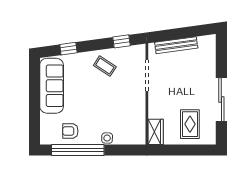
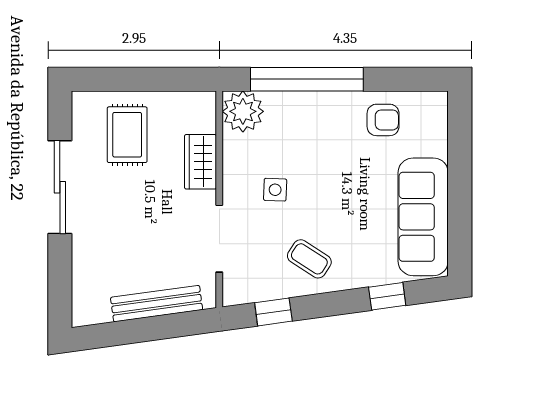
wardrobe: (156, 132) -> (201, 162), moved
plant: (136, 135) -> (243, 111), added
side table: (107, 138) -> (275, 190), moved
window: (78, 150) -> (307, 79), moved

